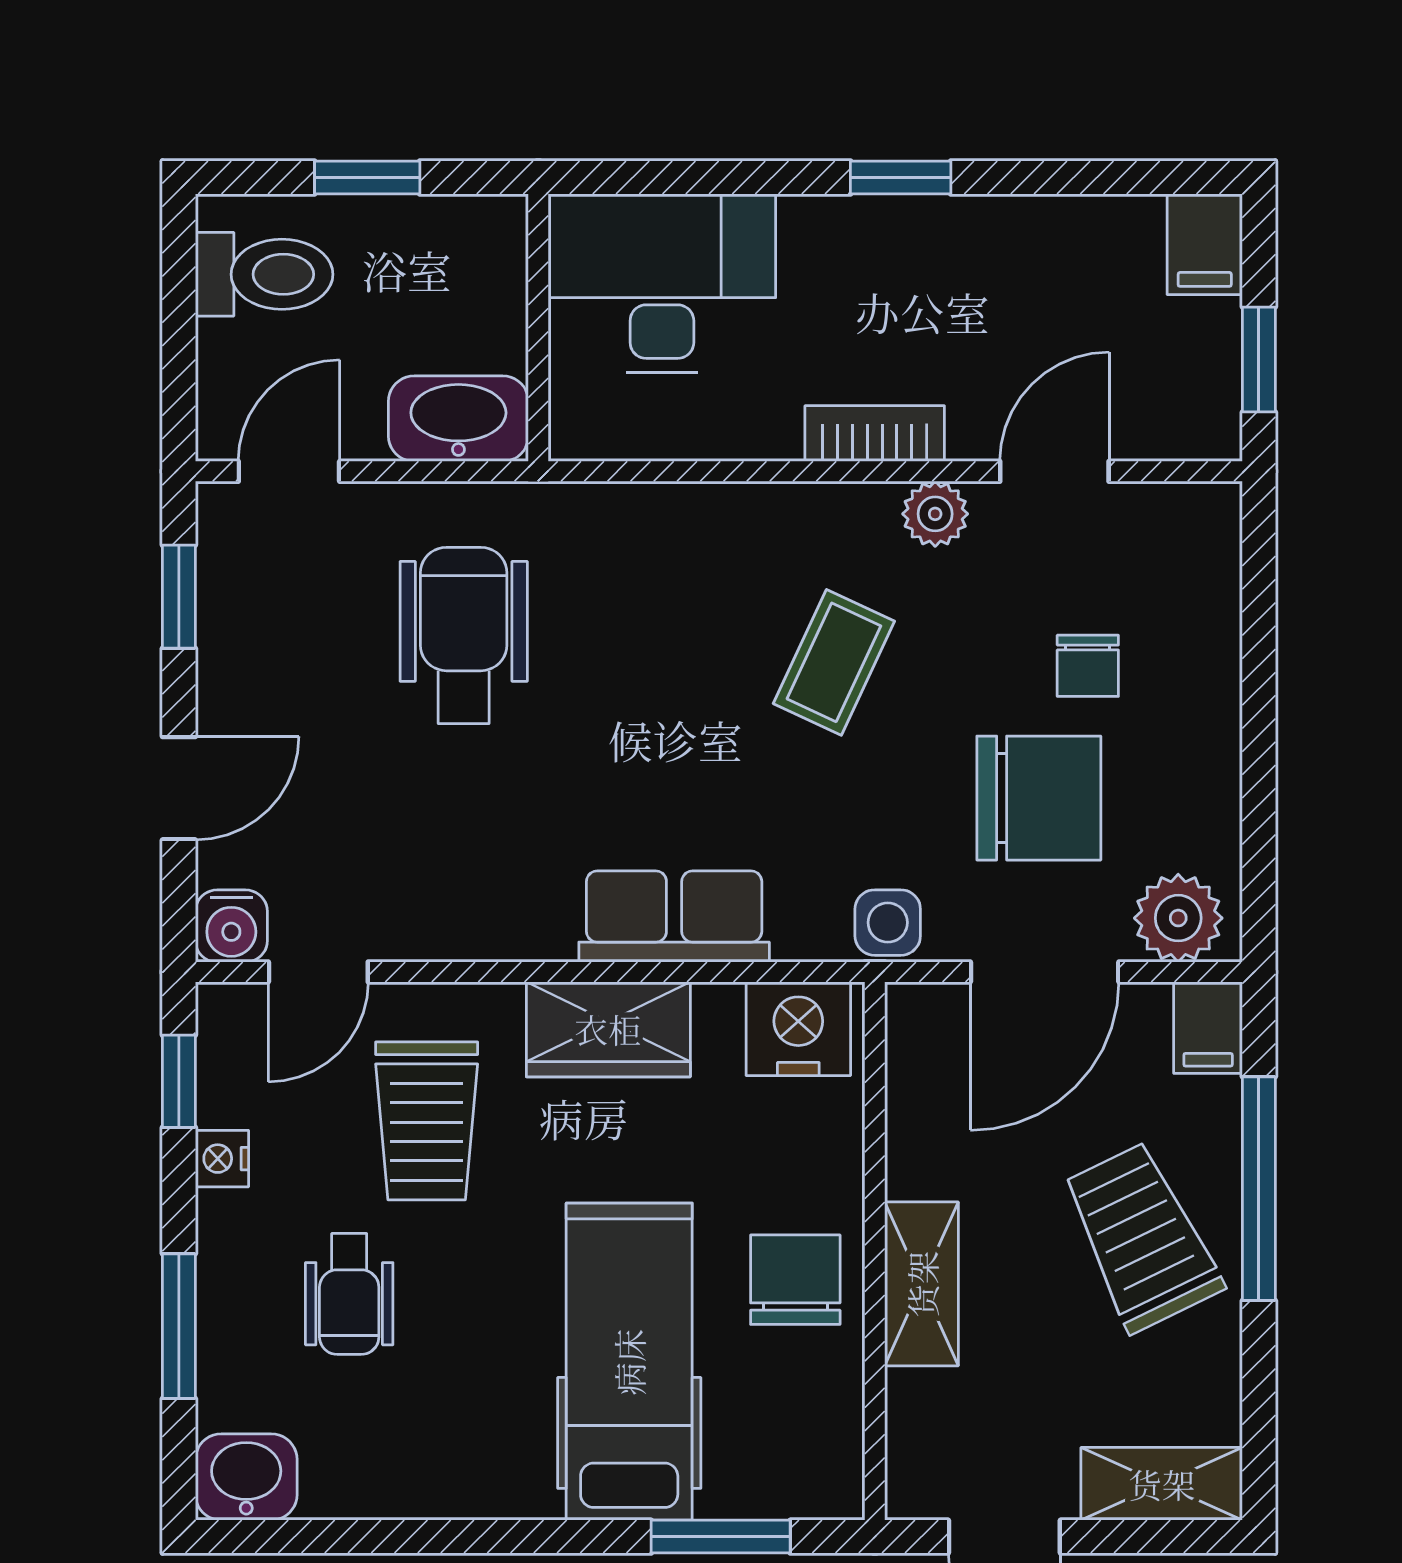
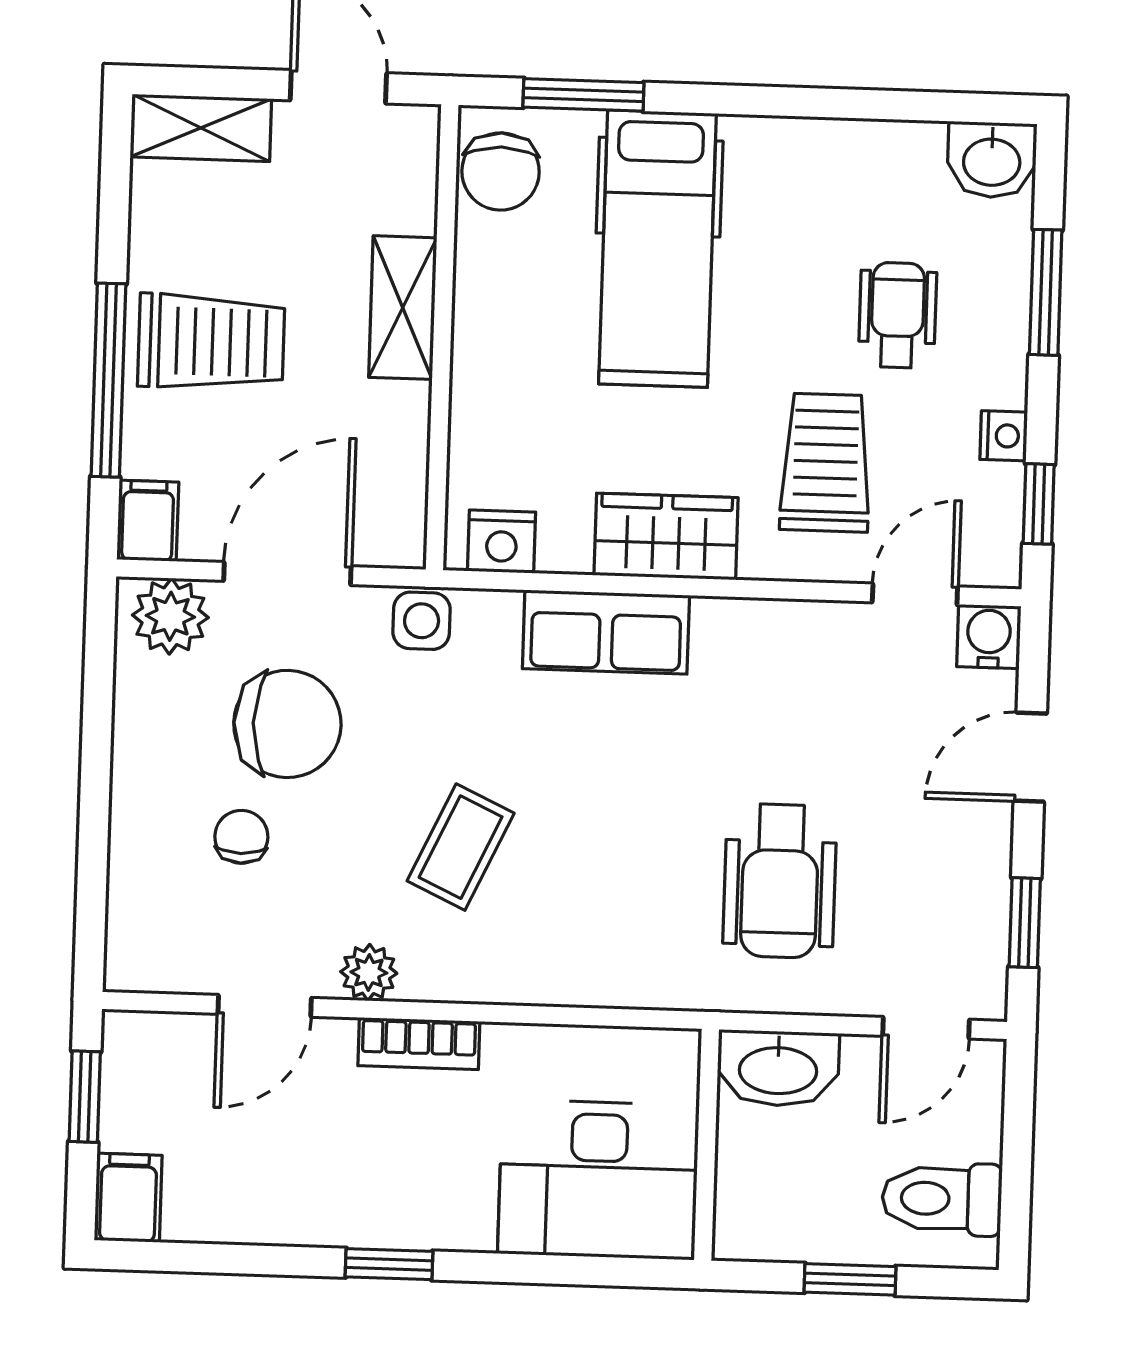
chair: (1039, 798) -> (287, 724), turned 180
nightstand: (798, 1029) -> (502, 542), width x0.74, depth x0.75
trolley: (1142, 1237) -> (211, 342), turned -64
chair: (795, 1280) -> (501, 171), moved

